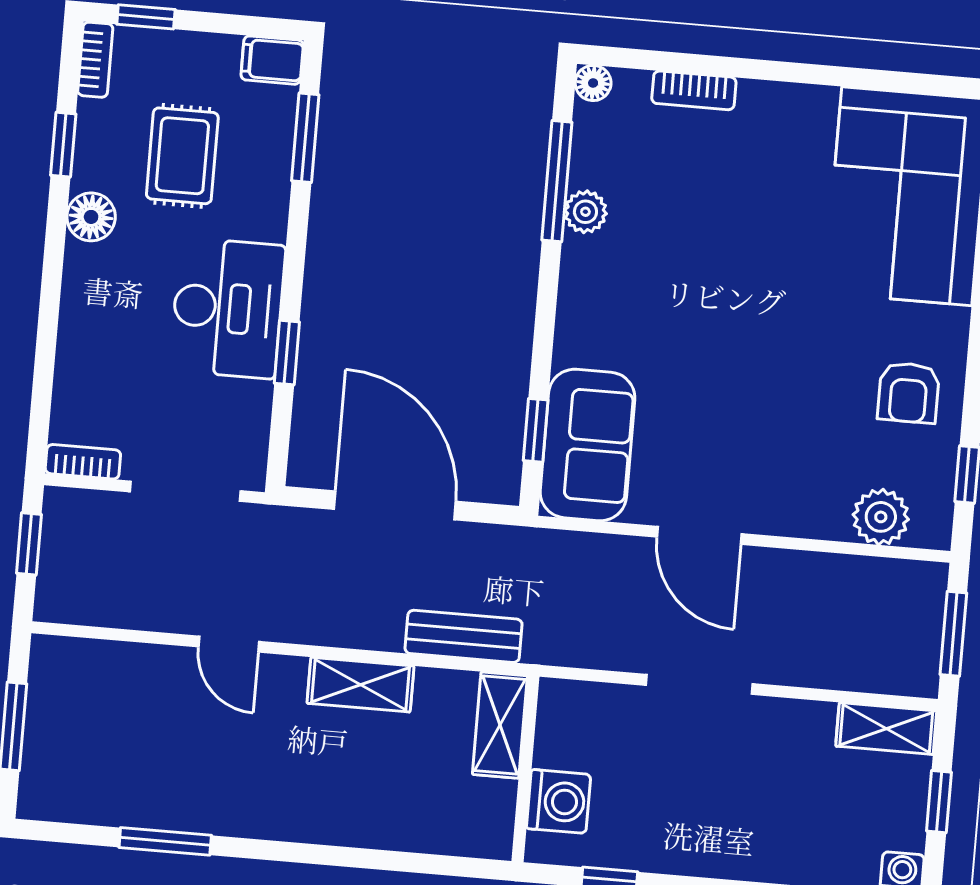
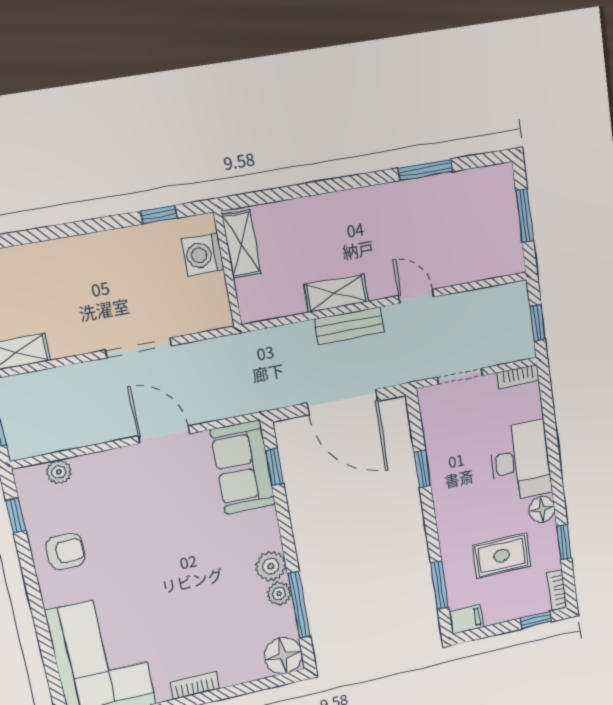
floor lamp: (593, 83) -> (283, 656), width x1.89, depth x1.89
bookcase: (694, 90) -> (195, 686), moved
rug: (182, 156) -> (502, 556), turned 90
plant: (587, 264) -> (271, 566), added
desk: (228, 308) -> (520, 461), moved, turned 180
armchair: (908, 393) -> (66, 551), turned 90
doorway: (185, 491) -> (460, 376), width x0.73
plant: (881, 517) -> (59, 472), width x0.73, depth x0.73
bench: (464, 636) -> (349, 326), moved
shelving: (500, 725) -> (241, 244), moved

